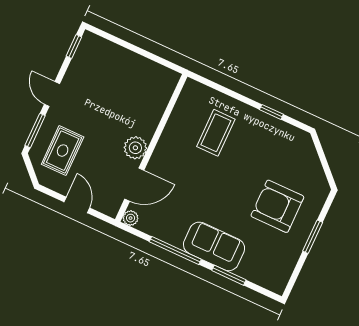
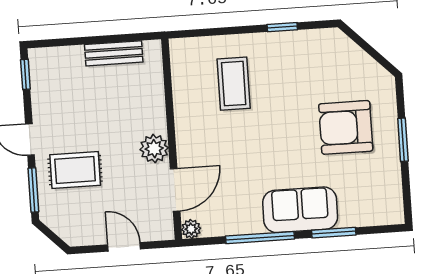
bench: (144, 66) -> (114, 53), added
rug: (63, 151) -> (75, 170), moved, turned 90

